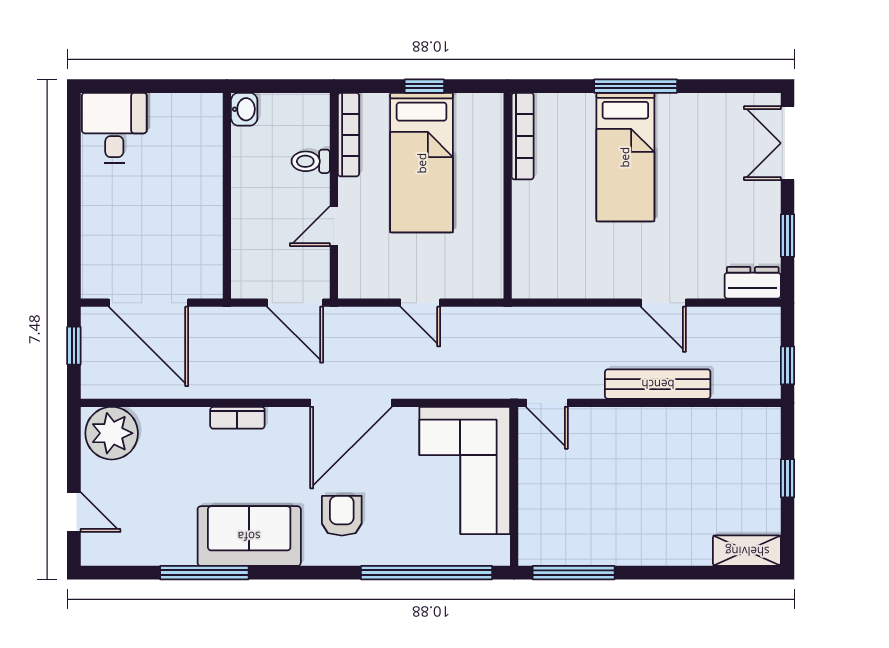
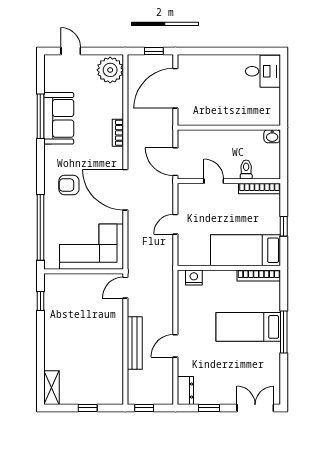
bed: (422, 163) -> (245, 250), moved
nightstand: (527, 266) -> (194, 278), added
door: (295, 303) -> (175, 162), hinge flipped
door: (74, 512) -> (71, 51), swing flipped
armchair: (342, 516) -> (69, 185), turned 180
sofa: (249, 536) -> (59, 118), moved
window: (574, 573) -> (40, 301), width x0.46

